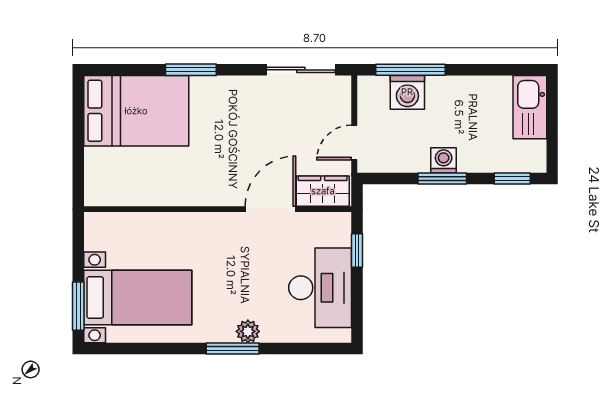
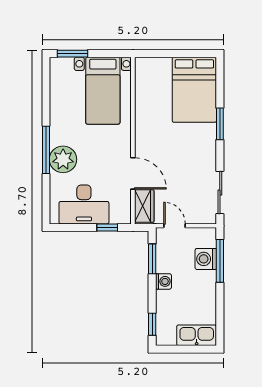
window: (442, 179) -> (152, 259), moved
bed with nightstands: (138, 297) -> (103, 91), moved
plant: (248, 331) -> (63, 159), width x1.87, depth x1.87
window: (233, 349) -> (46, 150), width x1.44

